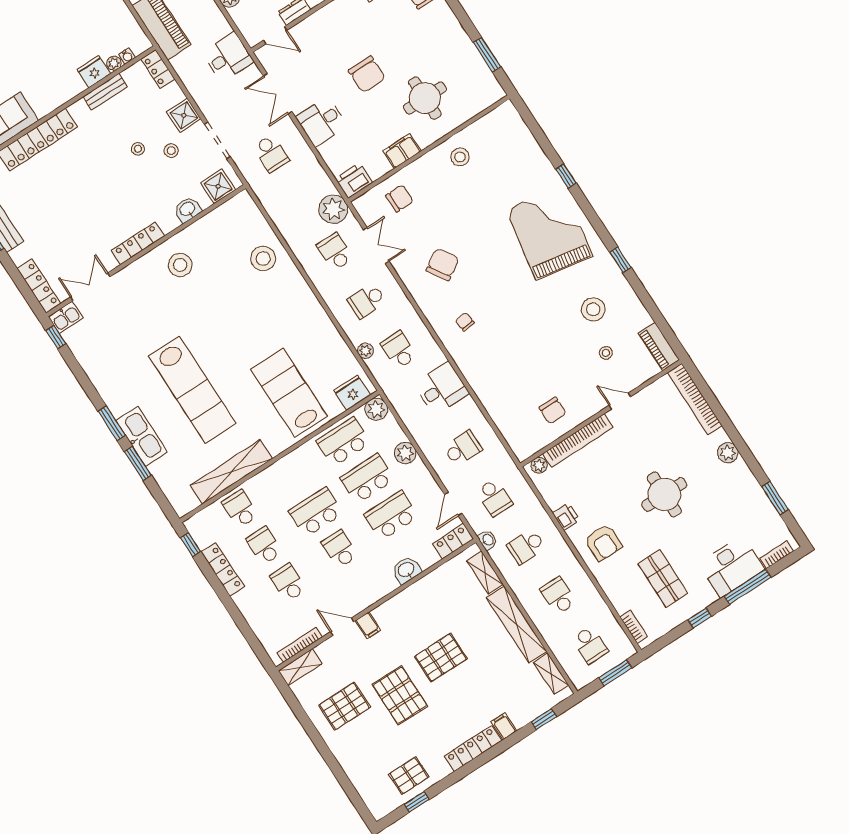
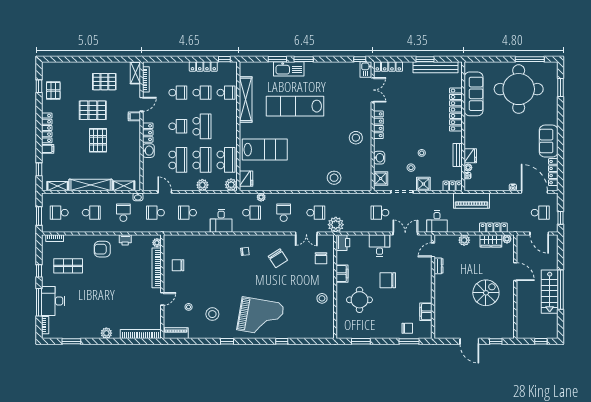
school desk: (463, 448) -> (187, 213), turned 90
round table: (664, 494) -> (106, 292), removed
locker: (453, 541) -> (148, 133), moved
pallet: (344, 706) -> (104, 82), turned 90

